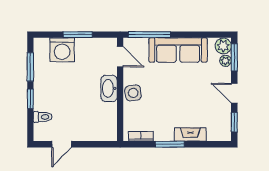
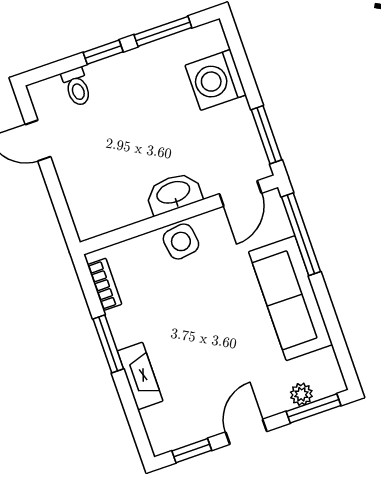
window: (78, 35) -> (267, 135), moved
plant: (223, 46) -> (328, 380), removed

